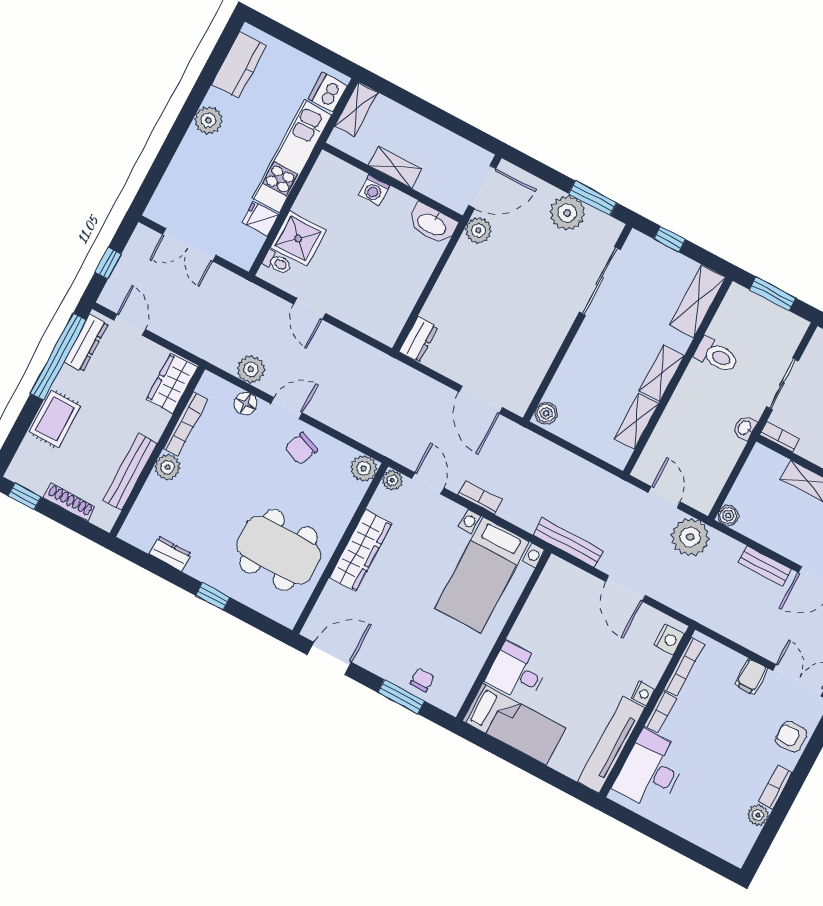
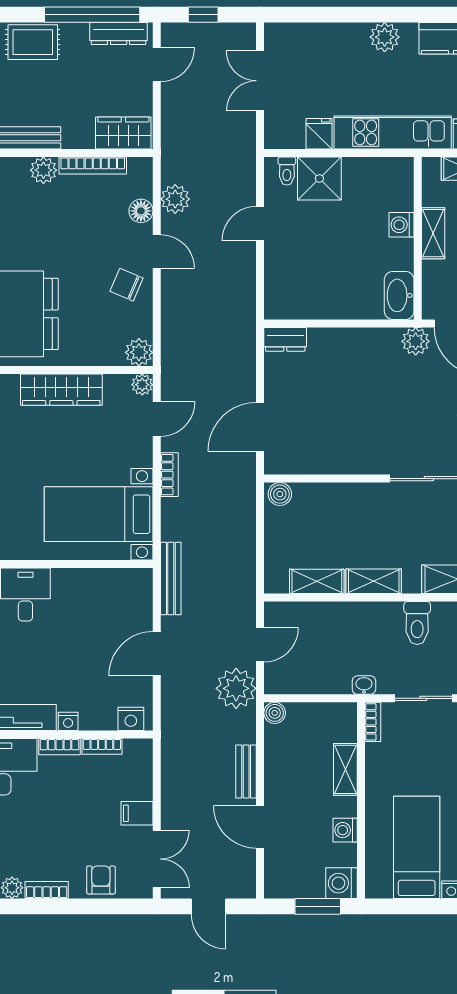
bookcase: (684, 667) -> (102, 746), width x0.64

